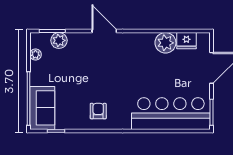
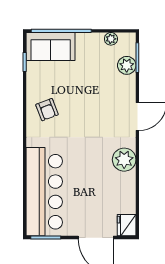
fridge: (186, 41) -> (127, 225), moved
plant: (165, 43) -> (124, 160), moved
armchair: (98, 111) -> (47, 110), turned 69

